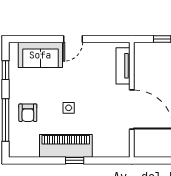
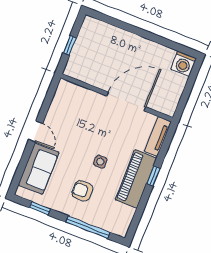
tv unit: (123, 66) -> (158, 137), moved, turned 90
armchair: (28, 113) -> (82, 191), moved, turned 180

